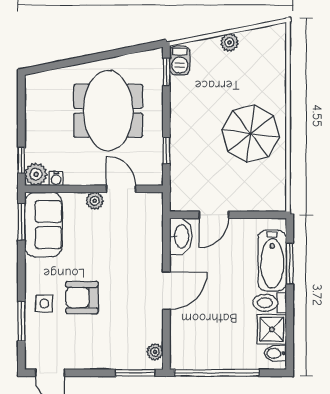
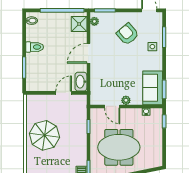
meeting table: (108, 111) -> (119, 147), turned 90
plant: (36, 174) -> (157, 114), removed
bathtub: (272, 260) -> (33, 69), removed
armchair: (82, 298) -> (128, 34), moved, turned -131
shower: (272, 329) -> (79, 24), moved

